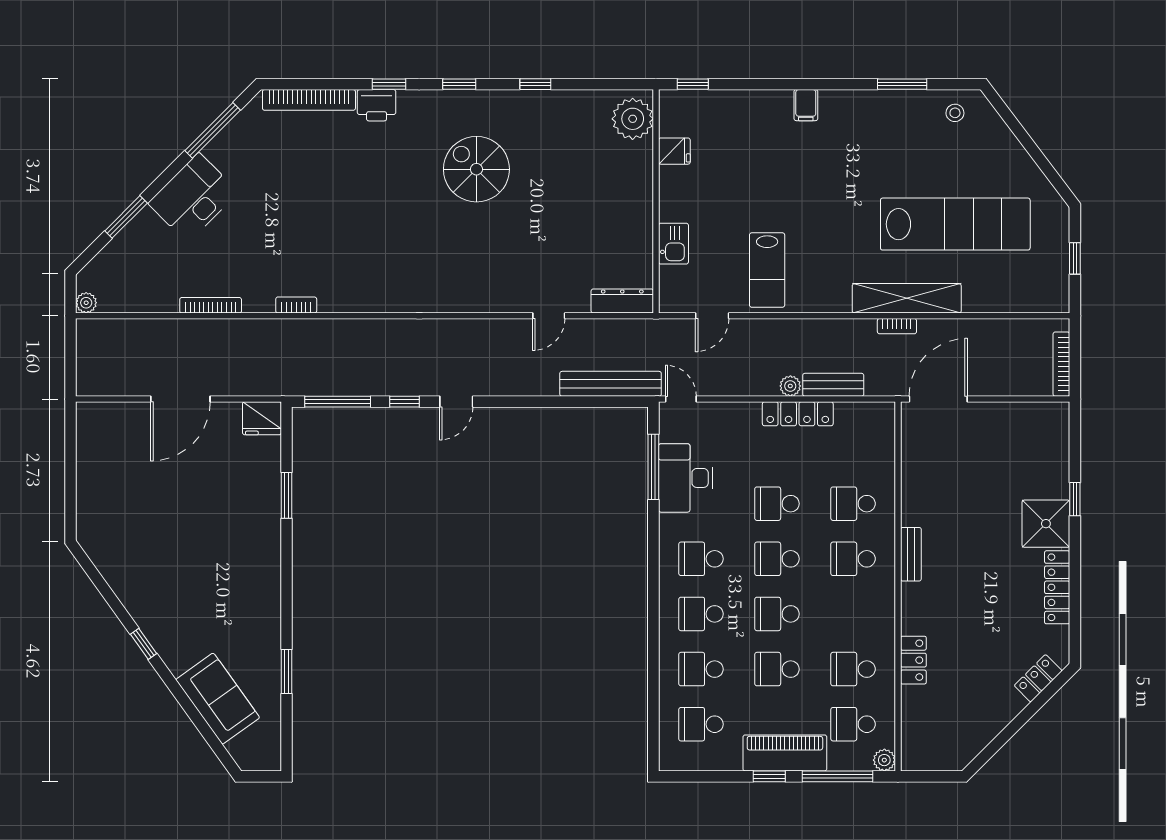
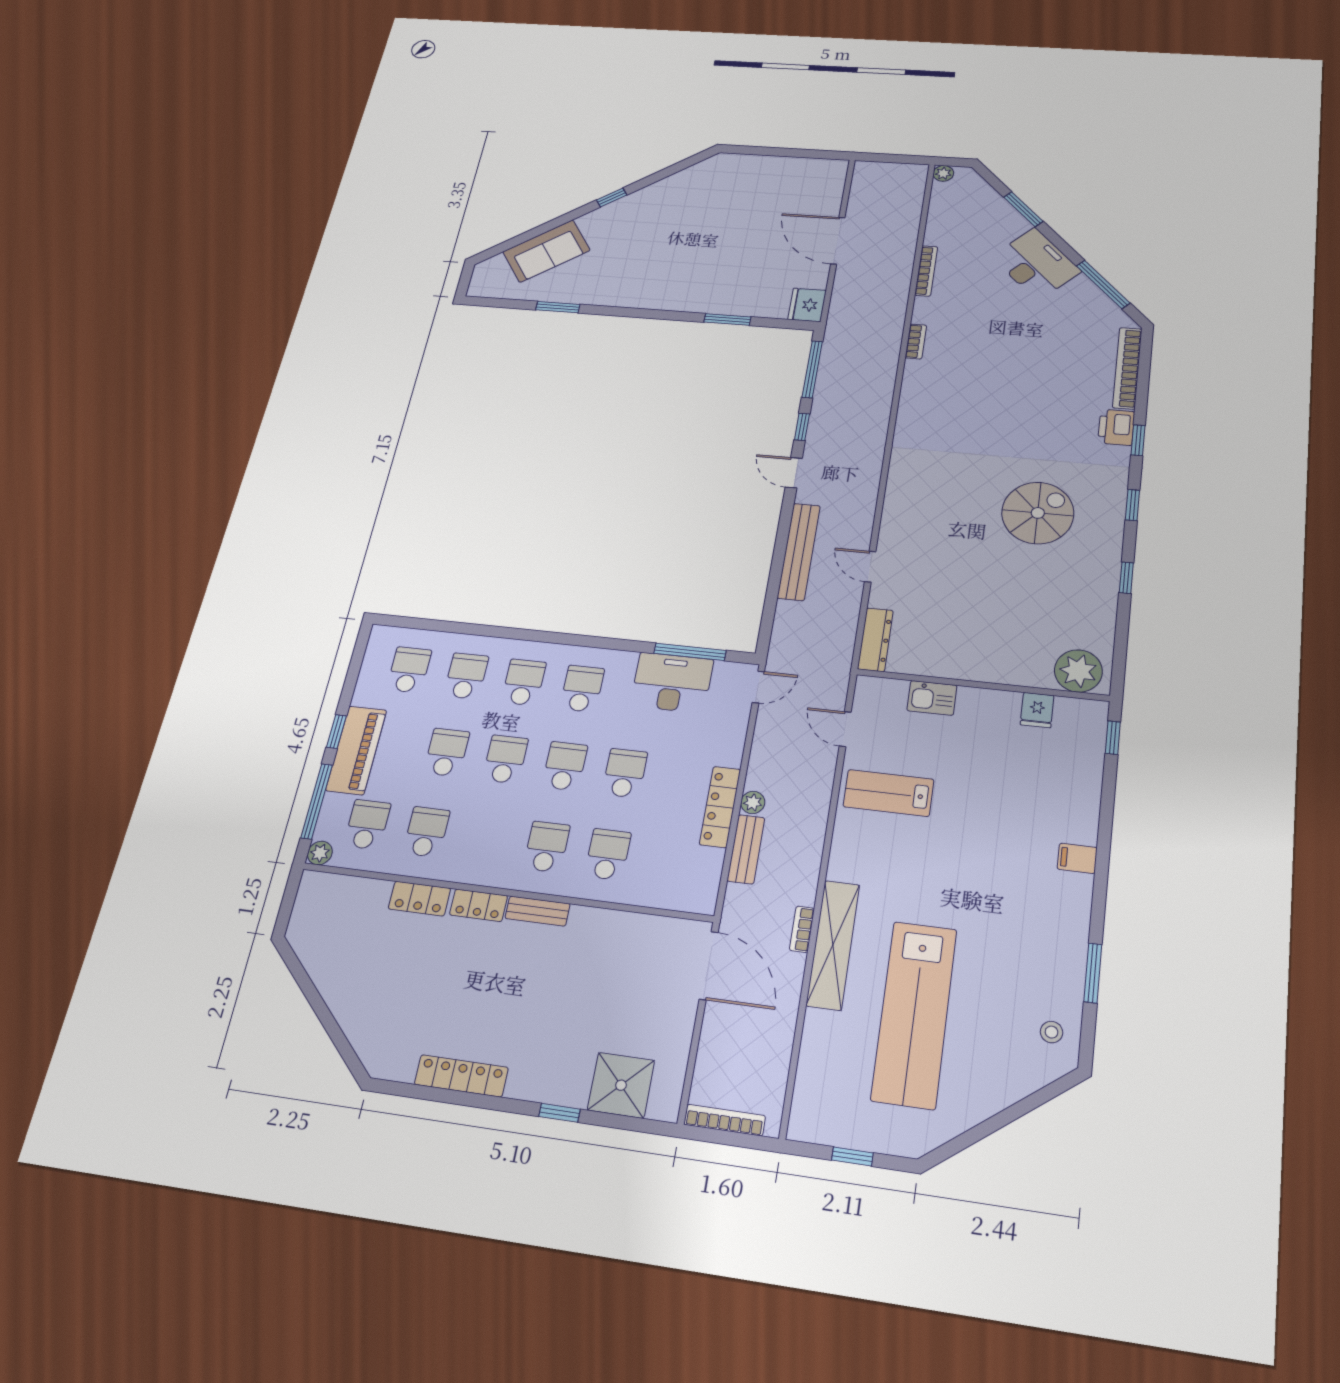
bench: (611, 384) -> (799, 552), moved
shower: (1046, 524) -> (621, 1085), moved
locker: (1038, 678) -> (479, 905), moved, turned 135

